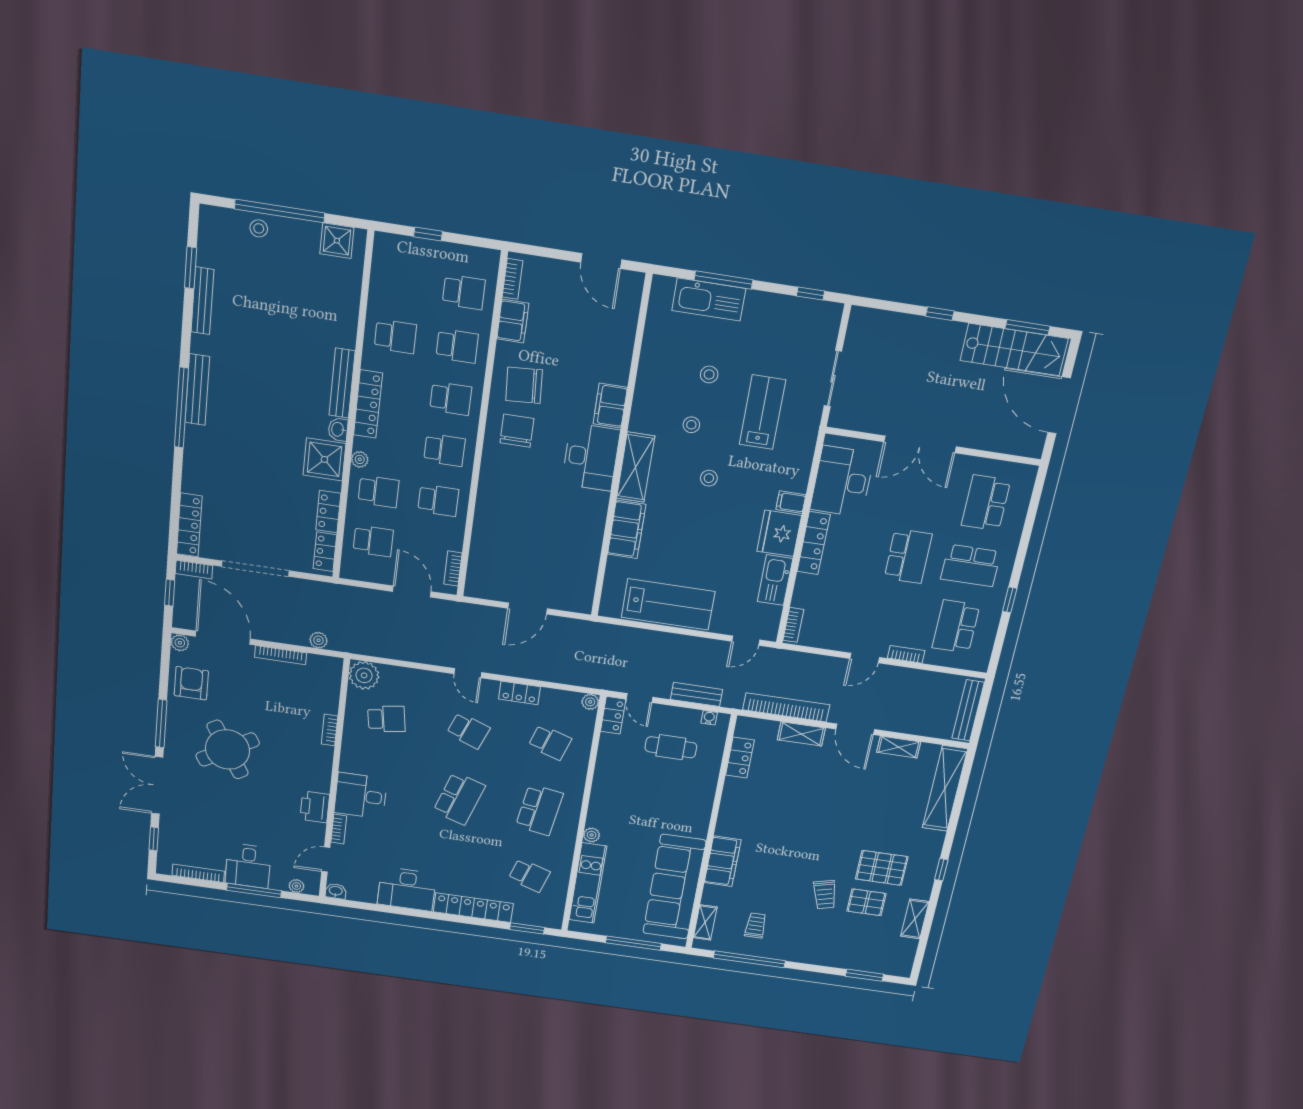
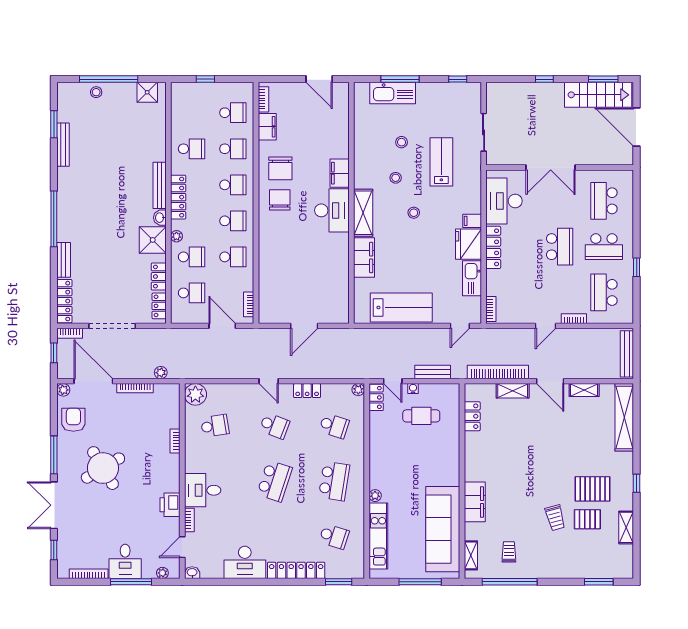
chair: (524, 385) -> (280, 168), turned -86
bench: (197, 390) -> (64, 260), moved, width x0.73
water cooler: (709, 718) -> (413, 389), moved

